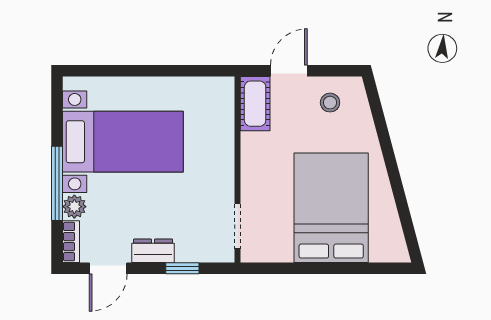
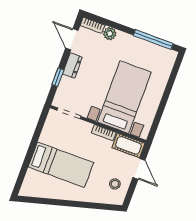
bed with nightstands: (123, 142) -> (124, 97), moved, turned 180
bookcase: (249, 154) -> (104, 133), added
window: (57, 183) -> (153, 39), moved
bed: (331, 208) -> (61, 165), width x0.67

